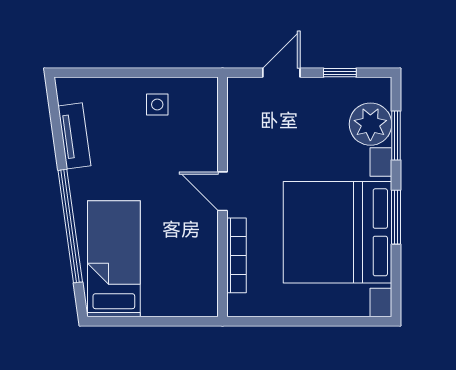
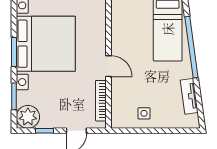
plant: (370, 124) -> (28, 117), moved
bookcase: (236, 255) -> (101, 101), moved

